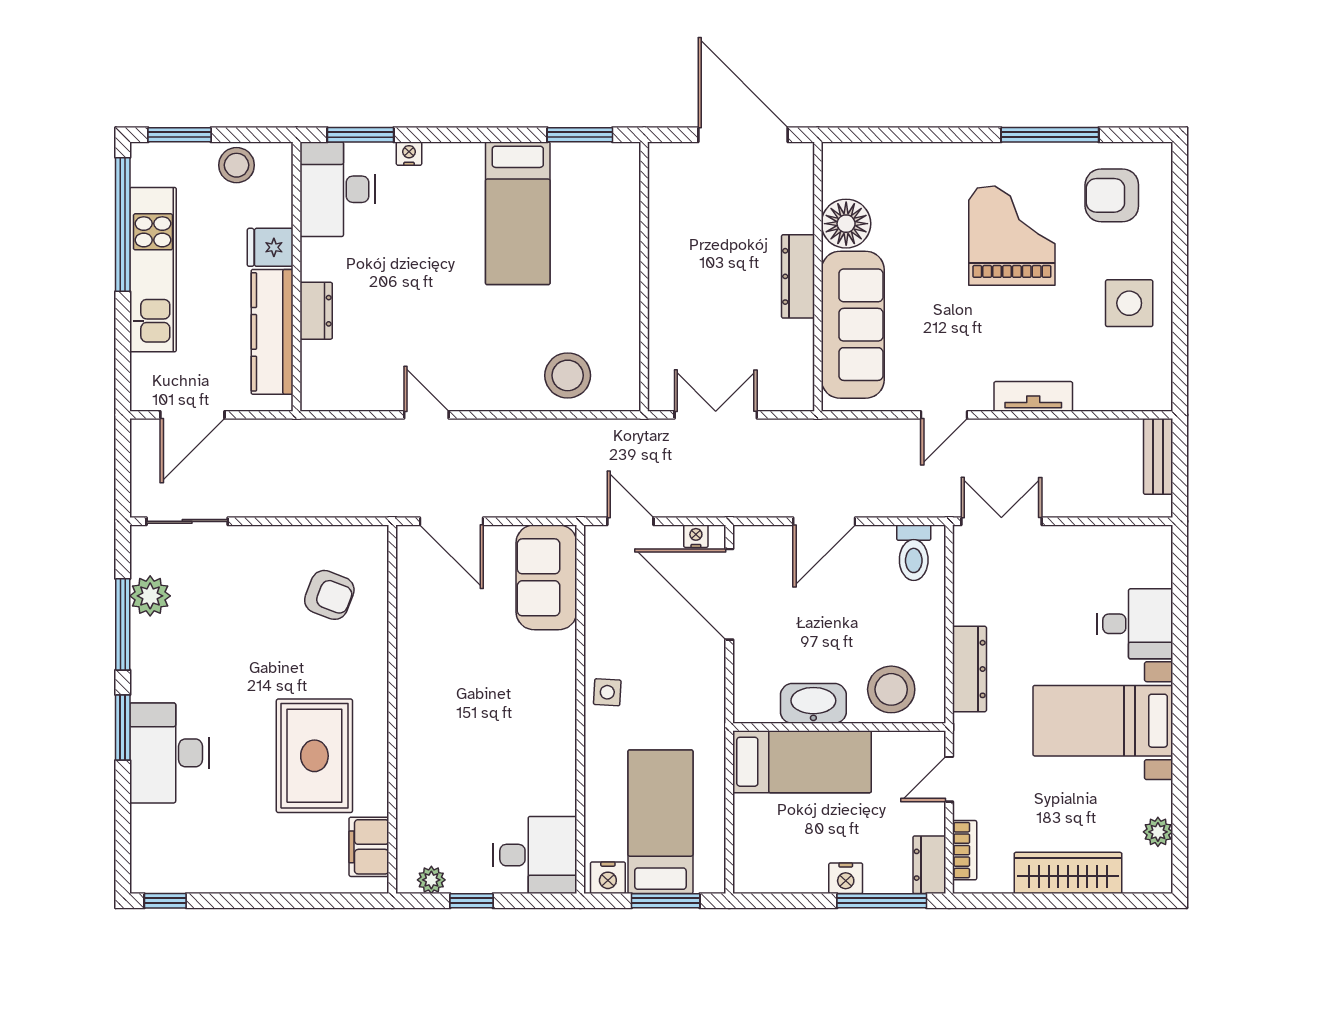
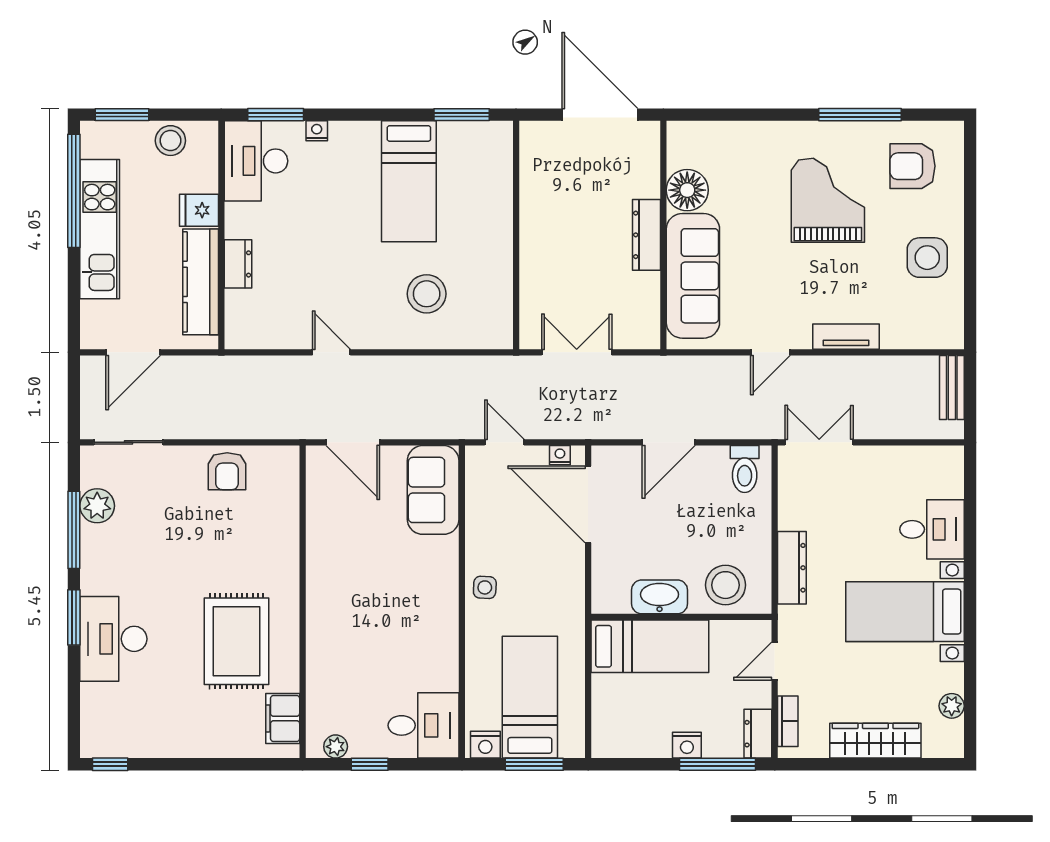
stool: (568, 375) -> (427, 294), moved
armchair: (329, 595) -> (227, 471), moved, turned 69

